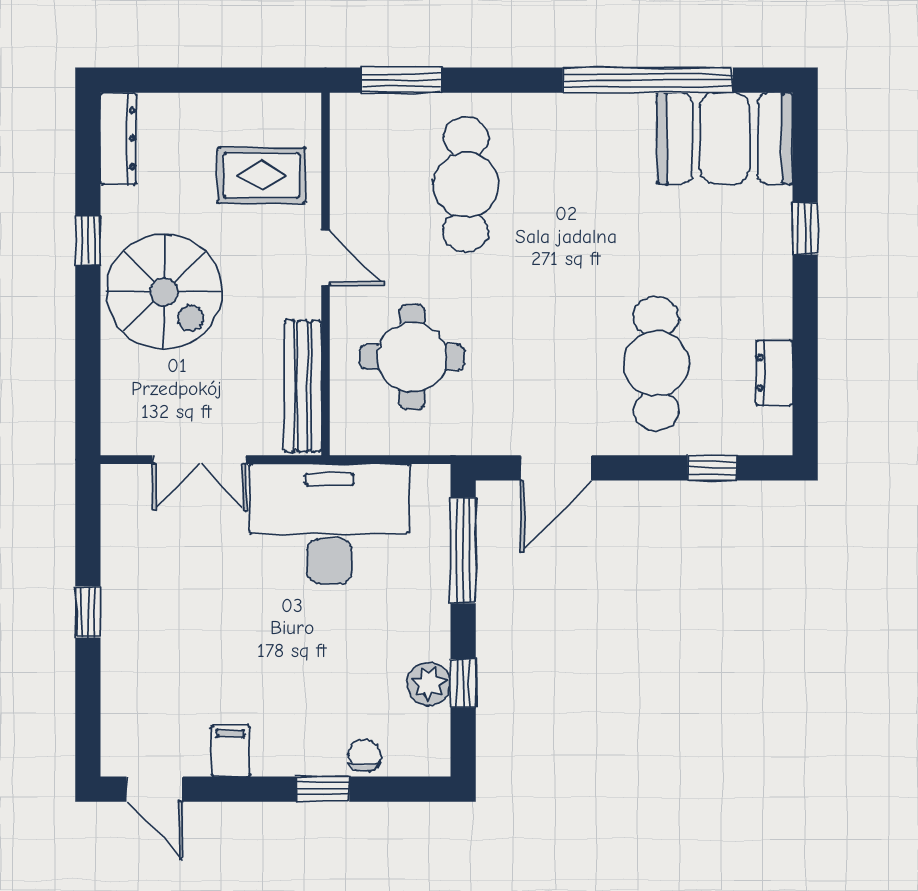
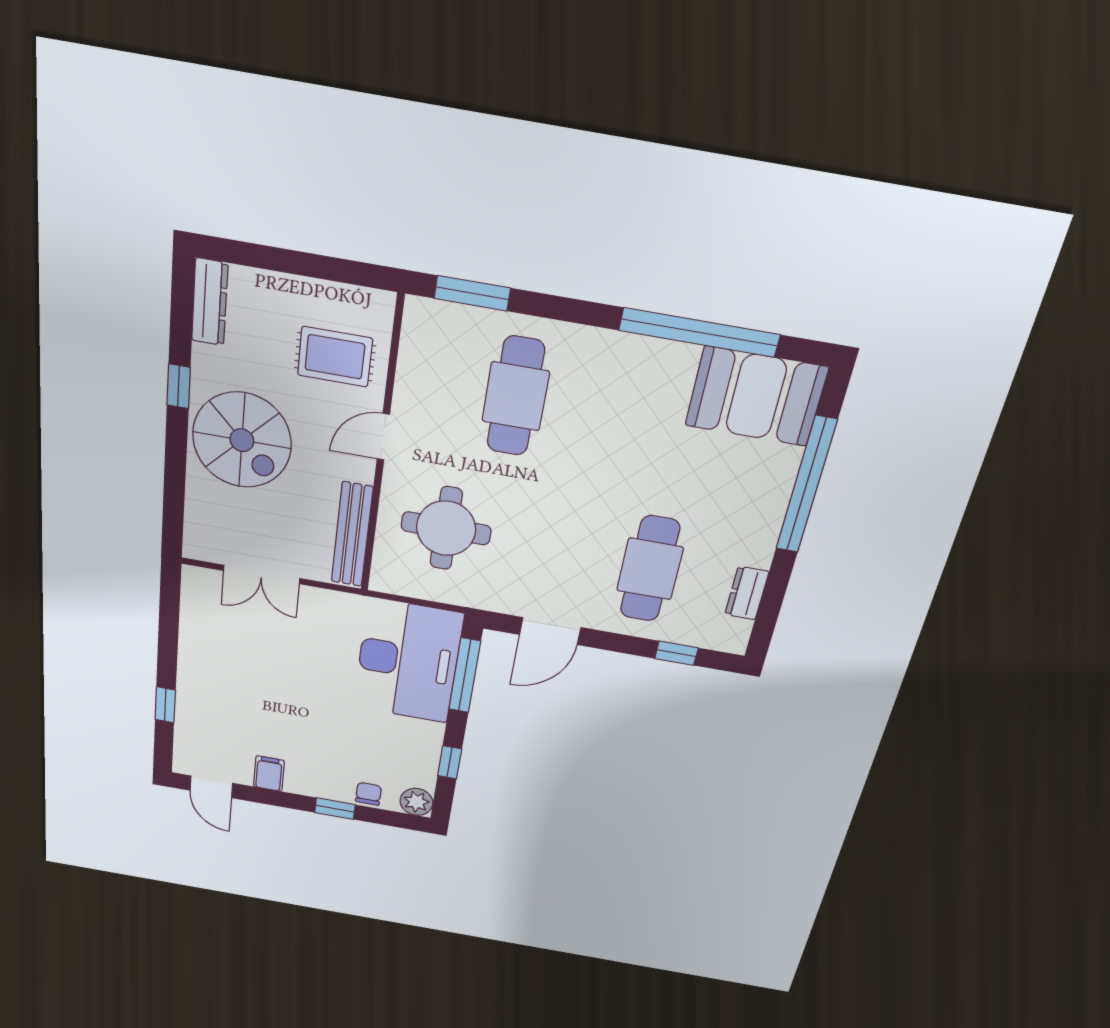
window: (805, 229) -> (806, 485), width x3.17
door: (326, 258) -> (383, 437), swing flipped
desk: (329, 524) -> (408, 661), moved, turned 90
window: (88, 612) -> (165, 705), moved
plant: (429, 684) -> (416, 802), moved

